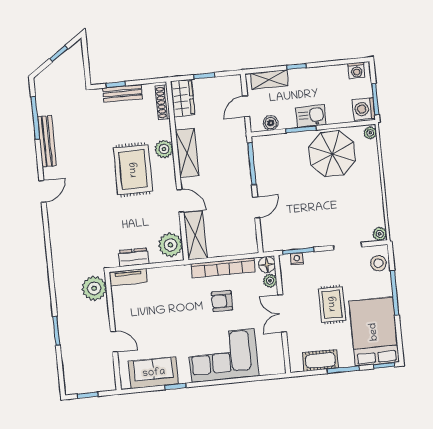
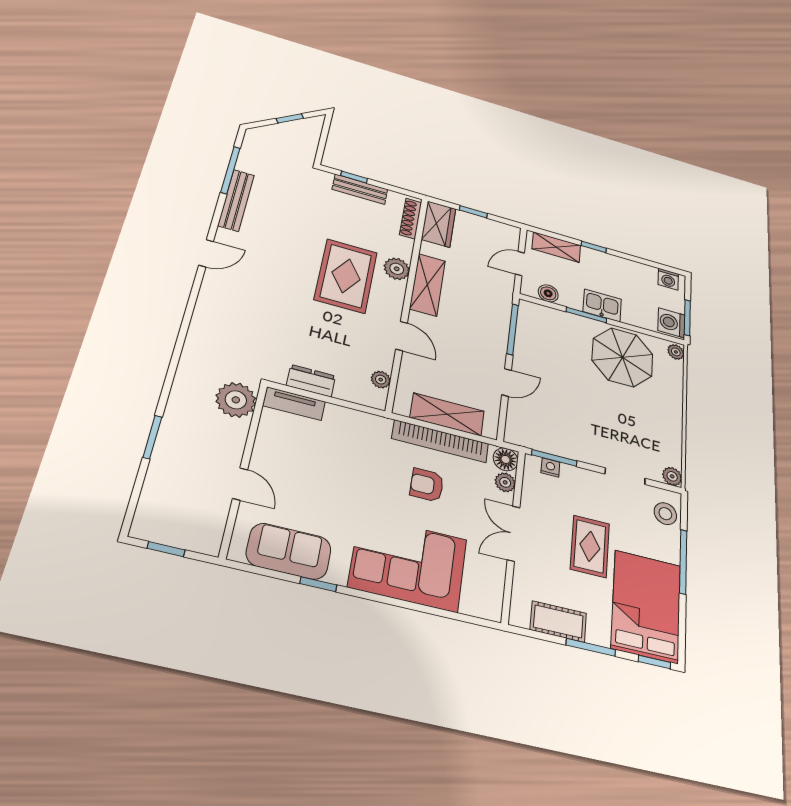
shelving: (195, 235) -> (447, 414), moved, turned 90
plant: (170, 245) -> (381, 380), width x0.53, depth x0.53

